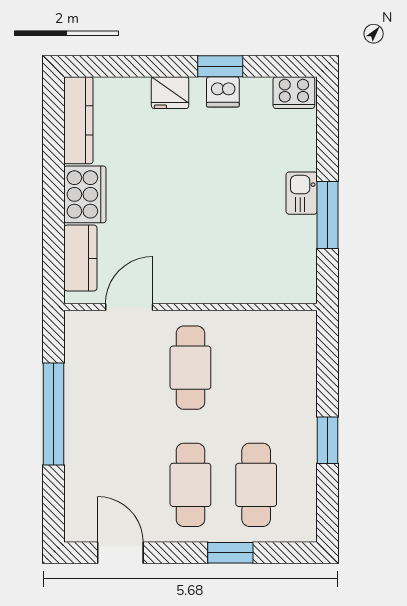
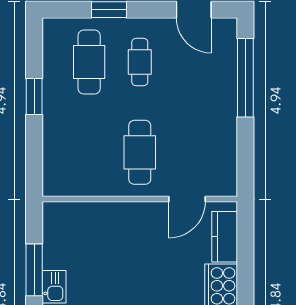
window: (53, 414) -> (245, 78), moved
cafe table: (190, 485) -> (140, 62), width x0.73, depth x0.74

